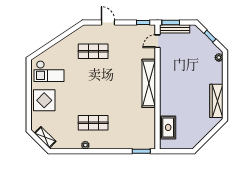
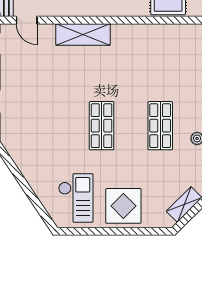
shop shelf: (93, 51) -> (102, 126), moved
shelving: (149, 83) -> (83, 34), width x0.68

